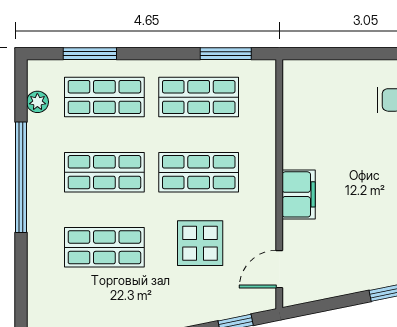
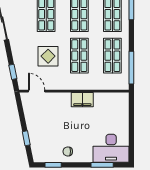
window: (226, 54) -> (131, 68), width x1.44
filing cabinet: (299, 194) -> (82, 100), moved

